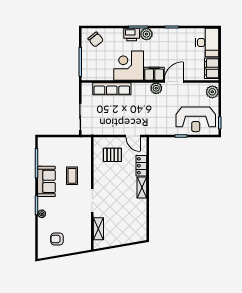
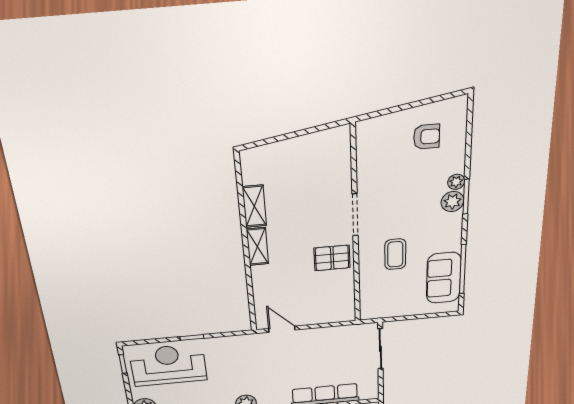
pallet: (112, 155) -> (332, 258), moved
locker: (141, 166) -> (262, 283), removed
sofa: (46, 181) -> (444, 278), moved
plant: (43, 203) -> (452, 202), added
shelving: (98, 229) -> (254, 206), moved

